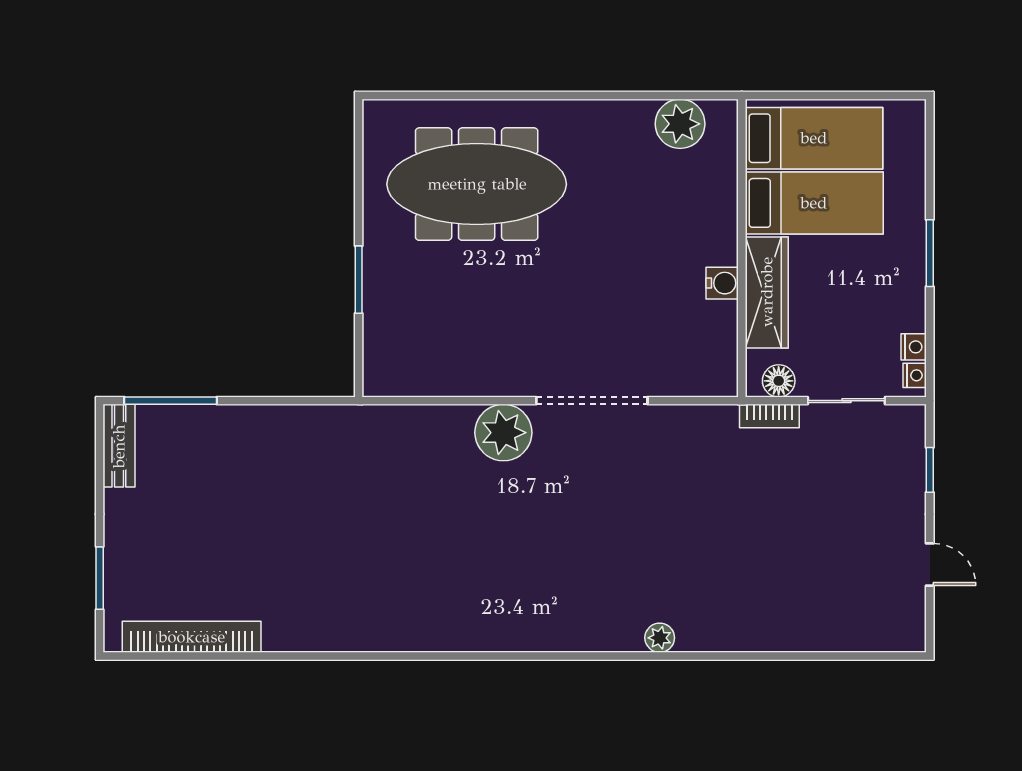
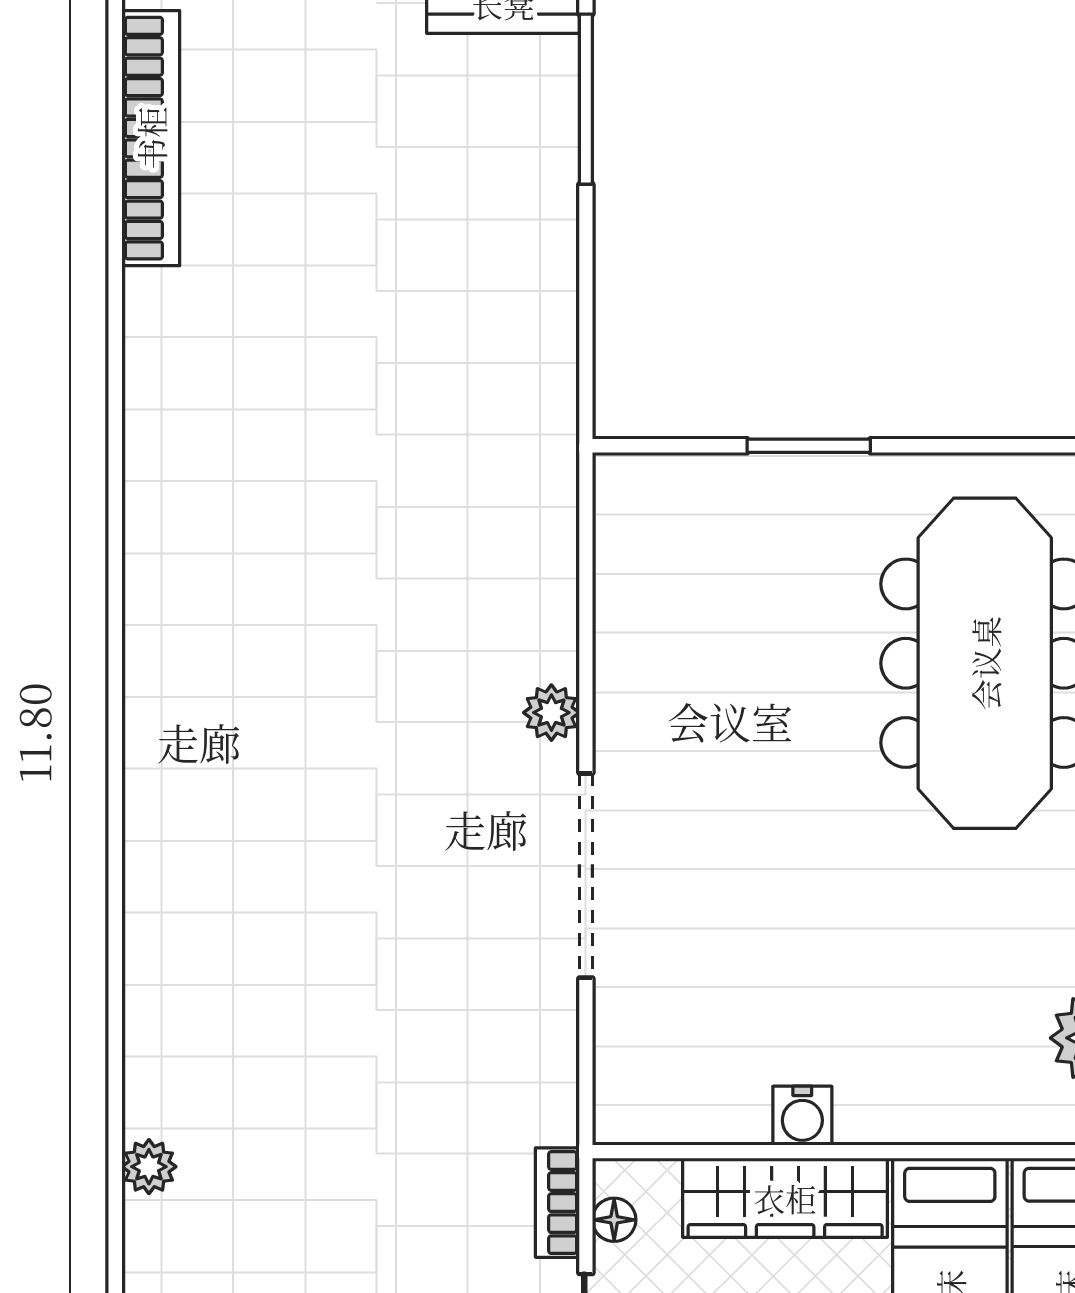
floor lamp: (779, 381) -> (614, 1220), width x0.73, depth x0.73
plant: (503, 433) -> (551, 713), width x0.53, depth x0.53
plant: (660, 638) -> (149, 1167), moved

